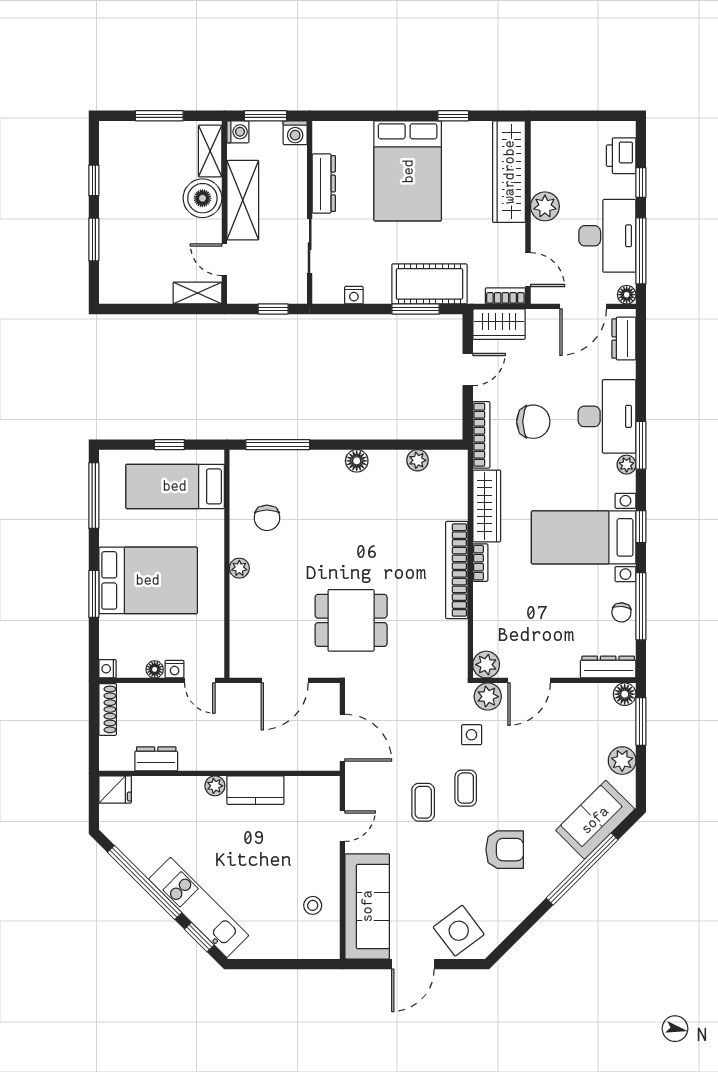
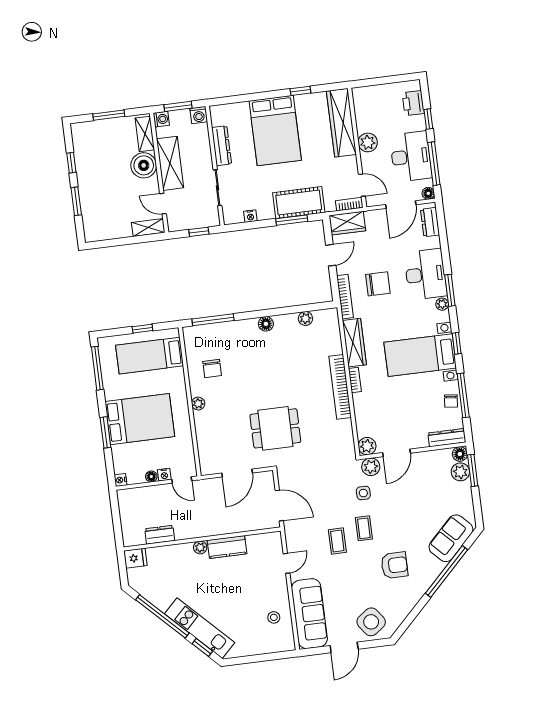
shoe rack: (108, 709) -> (124, 506), removed
plant: (622, 761) -> (460, 472), moved

